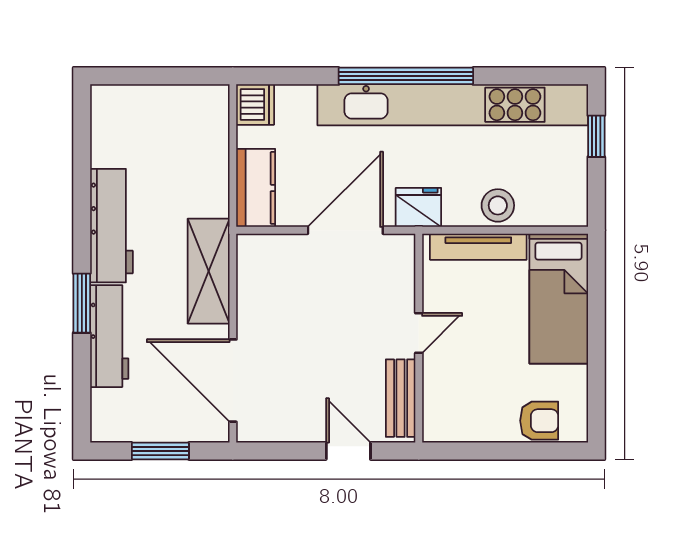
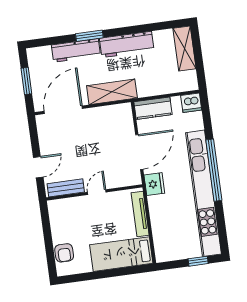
shelving: (137, 103) -> (185, 48), added
stool: (498, 205) -> (160, 220), removed
door: (345, 230) -> (139, 152), hinge flipped
door: (419, 333) -> (97, 192), swing flipped

